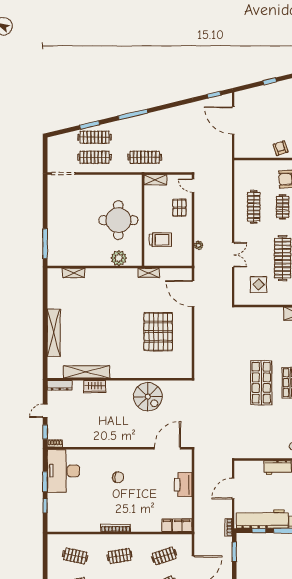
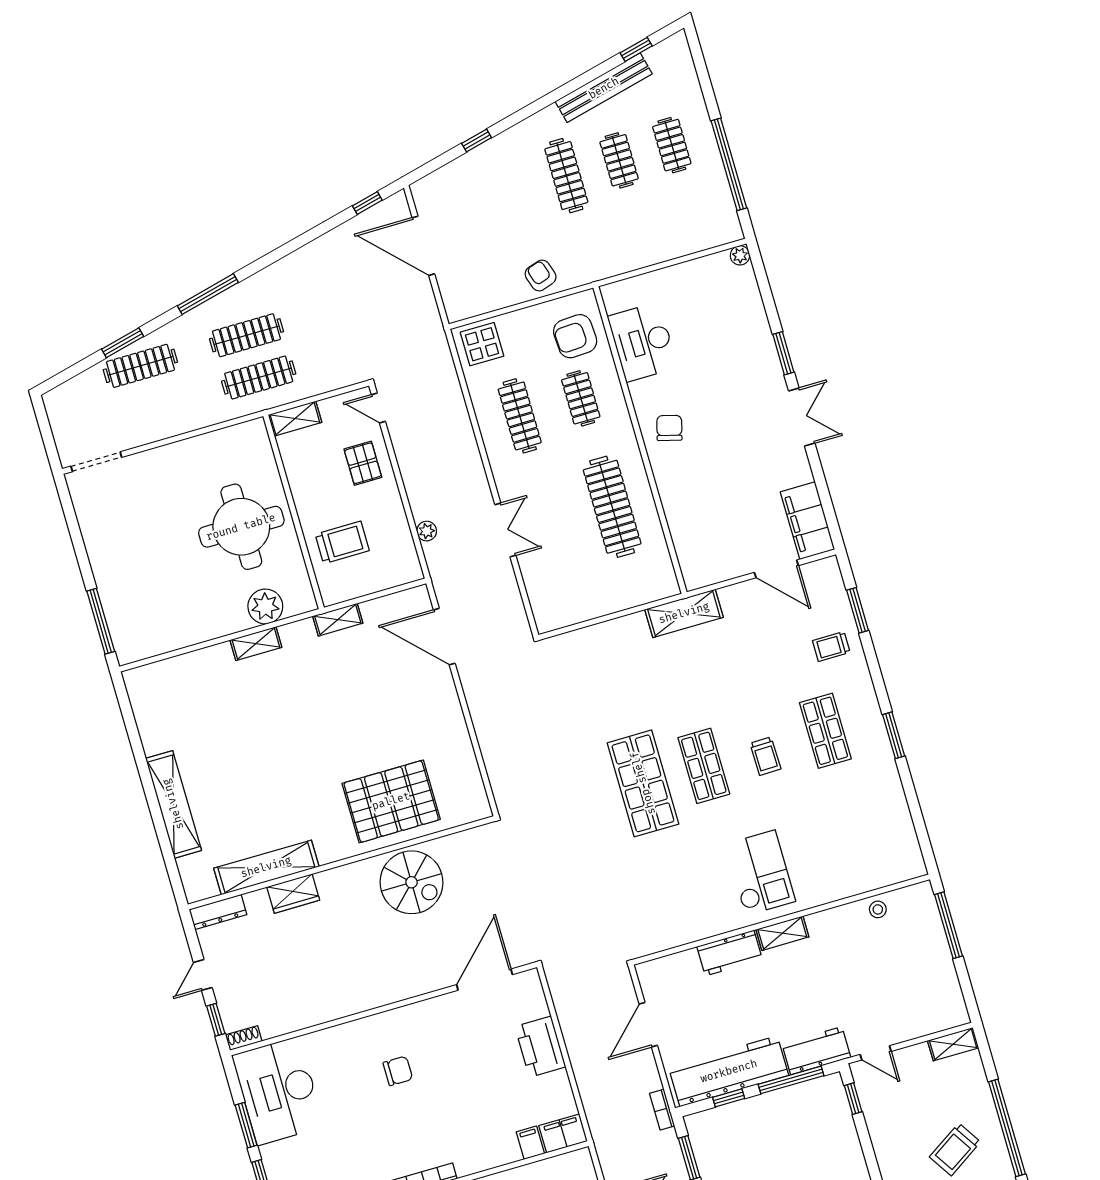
clothes rail: (95, 157) -> (246, 335), moved
shelving: (74, 273) -> (256, 644), moved
display table: (259, 285) -> (482, 344), moved
pallet: (158, 332) -> (391, 801), moved, turned 90

